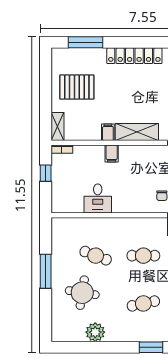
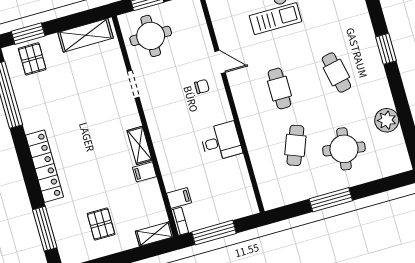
pallet: (77, 87) -> (101, 224), width x0.67, depth x0.71
shelving: (137, 132) -> (140, 145), width x0.67, depth x0.75
filing cabinet: (112, 153) -> (179, 198), moved
window: (46, 173) -> (214, 233), width x2.17
desk: (98, 199) -> (221, 142), moved

